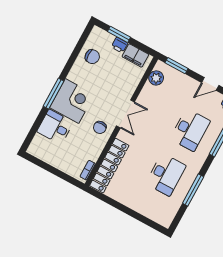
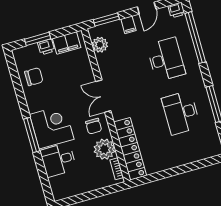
filing cabinet: (188, 83) -> (128, 25), added
double door: (125, 114) -> (103, 96), swing flipped
plant: (92, 149) -> (104, 149), added
desk: (166, 175) -> (181, 113), turned 180

